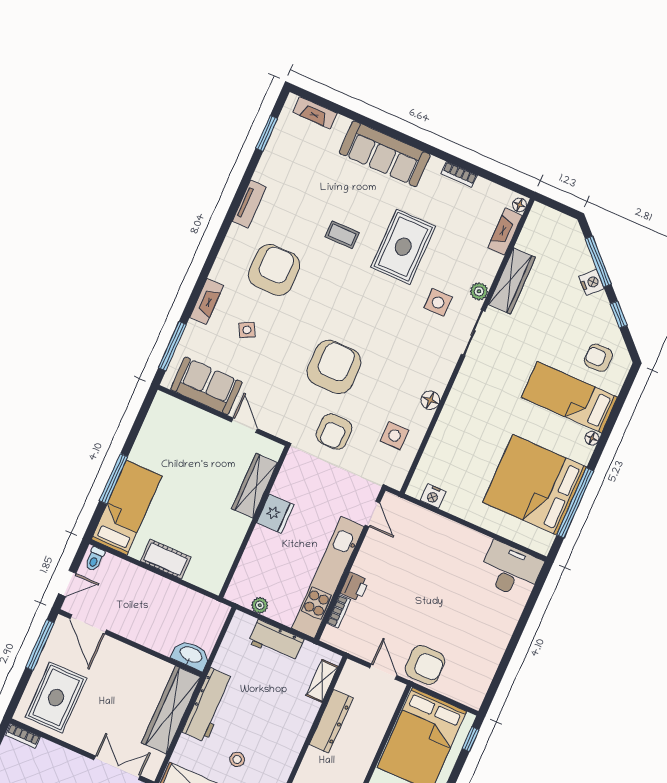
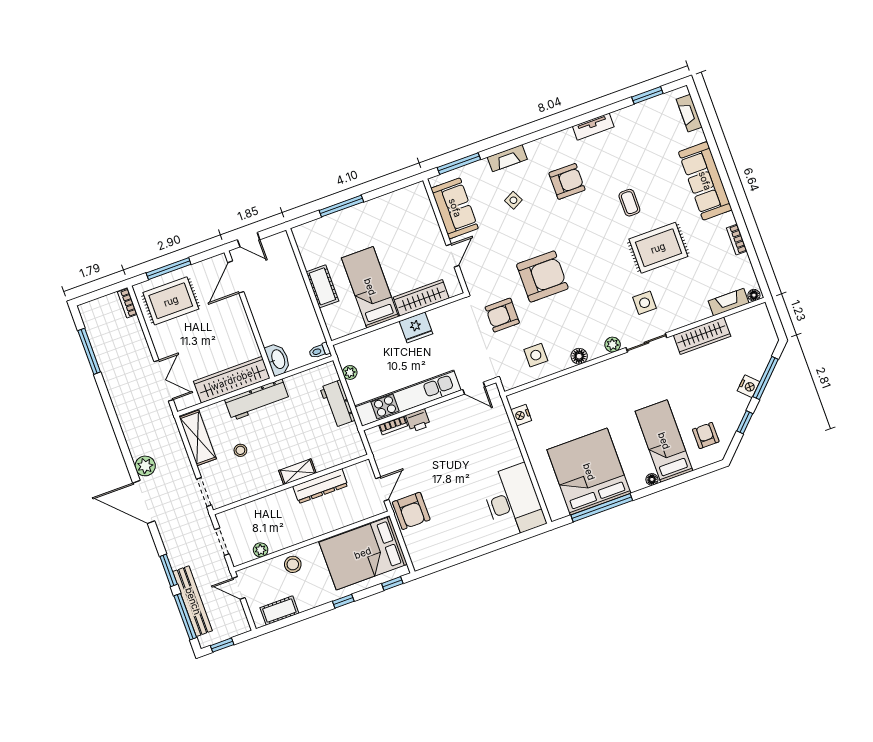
armchair: (274, 270) -> (567, 181), width x0.73, depth x0.73
plant: (479, 291) -> (613, 345), moved
bed: (127, 508) -> (370, 287), moved, turned -90
door: (372, 514) -> (474, 388), hinge flipped
toilet: (95, 559) -> (319, 351), moved
desk: (510, 570) -> (513, 501), width x1.36, depth x1.30
window: (40, 645) -> (169, 269), moved
shelving: (322, 681) -> (297, 472), moved

